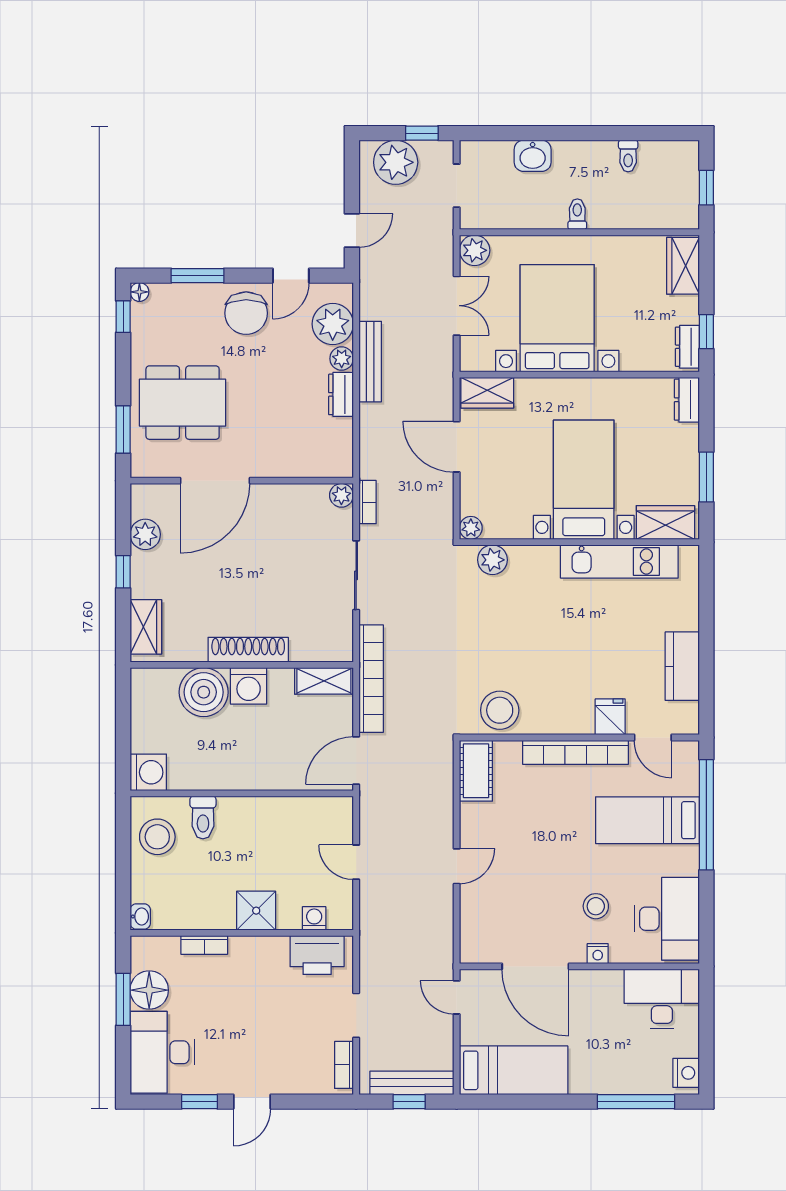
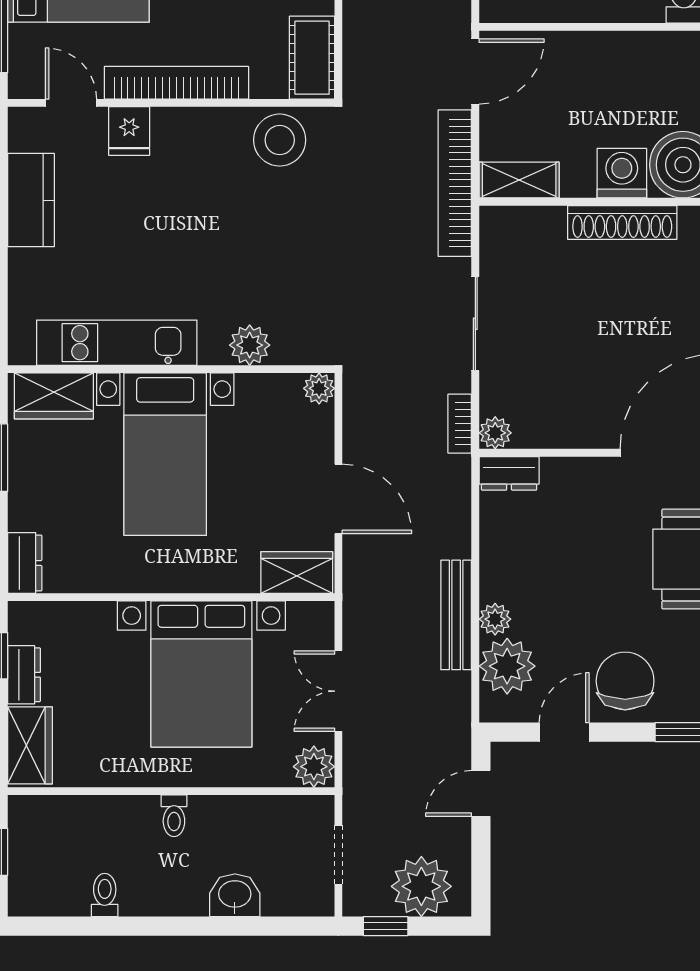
dresser: (687, 347) -> (24, 675), moved
dresser: (341, 394) -> (509, 473), moved, turned 90
plant: (492, 560) -> (250, 345), moved

